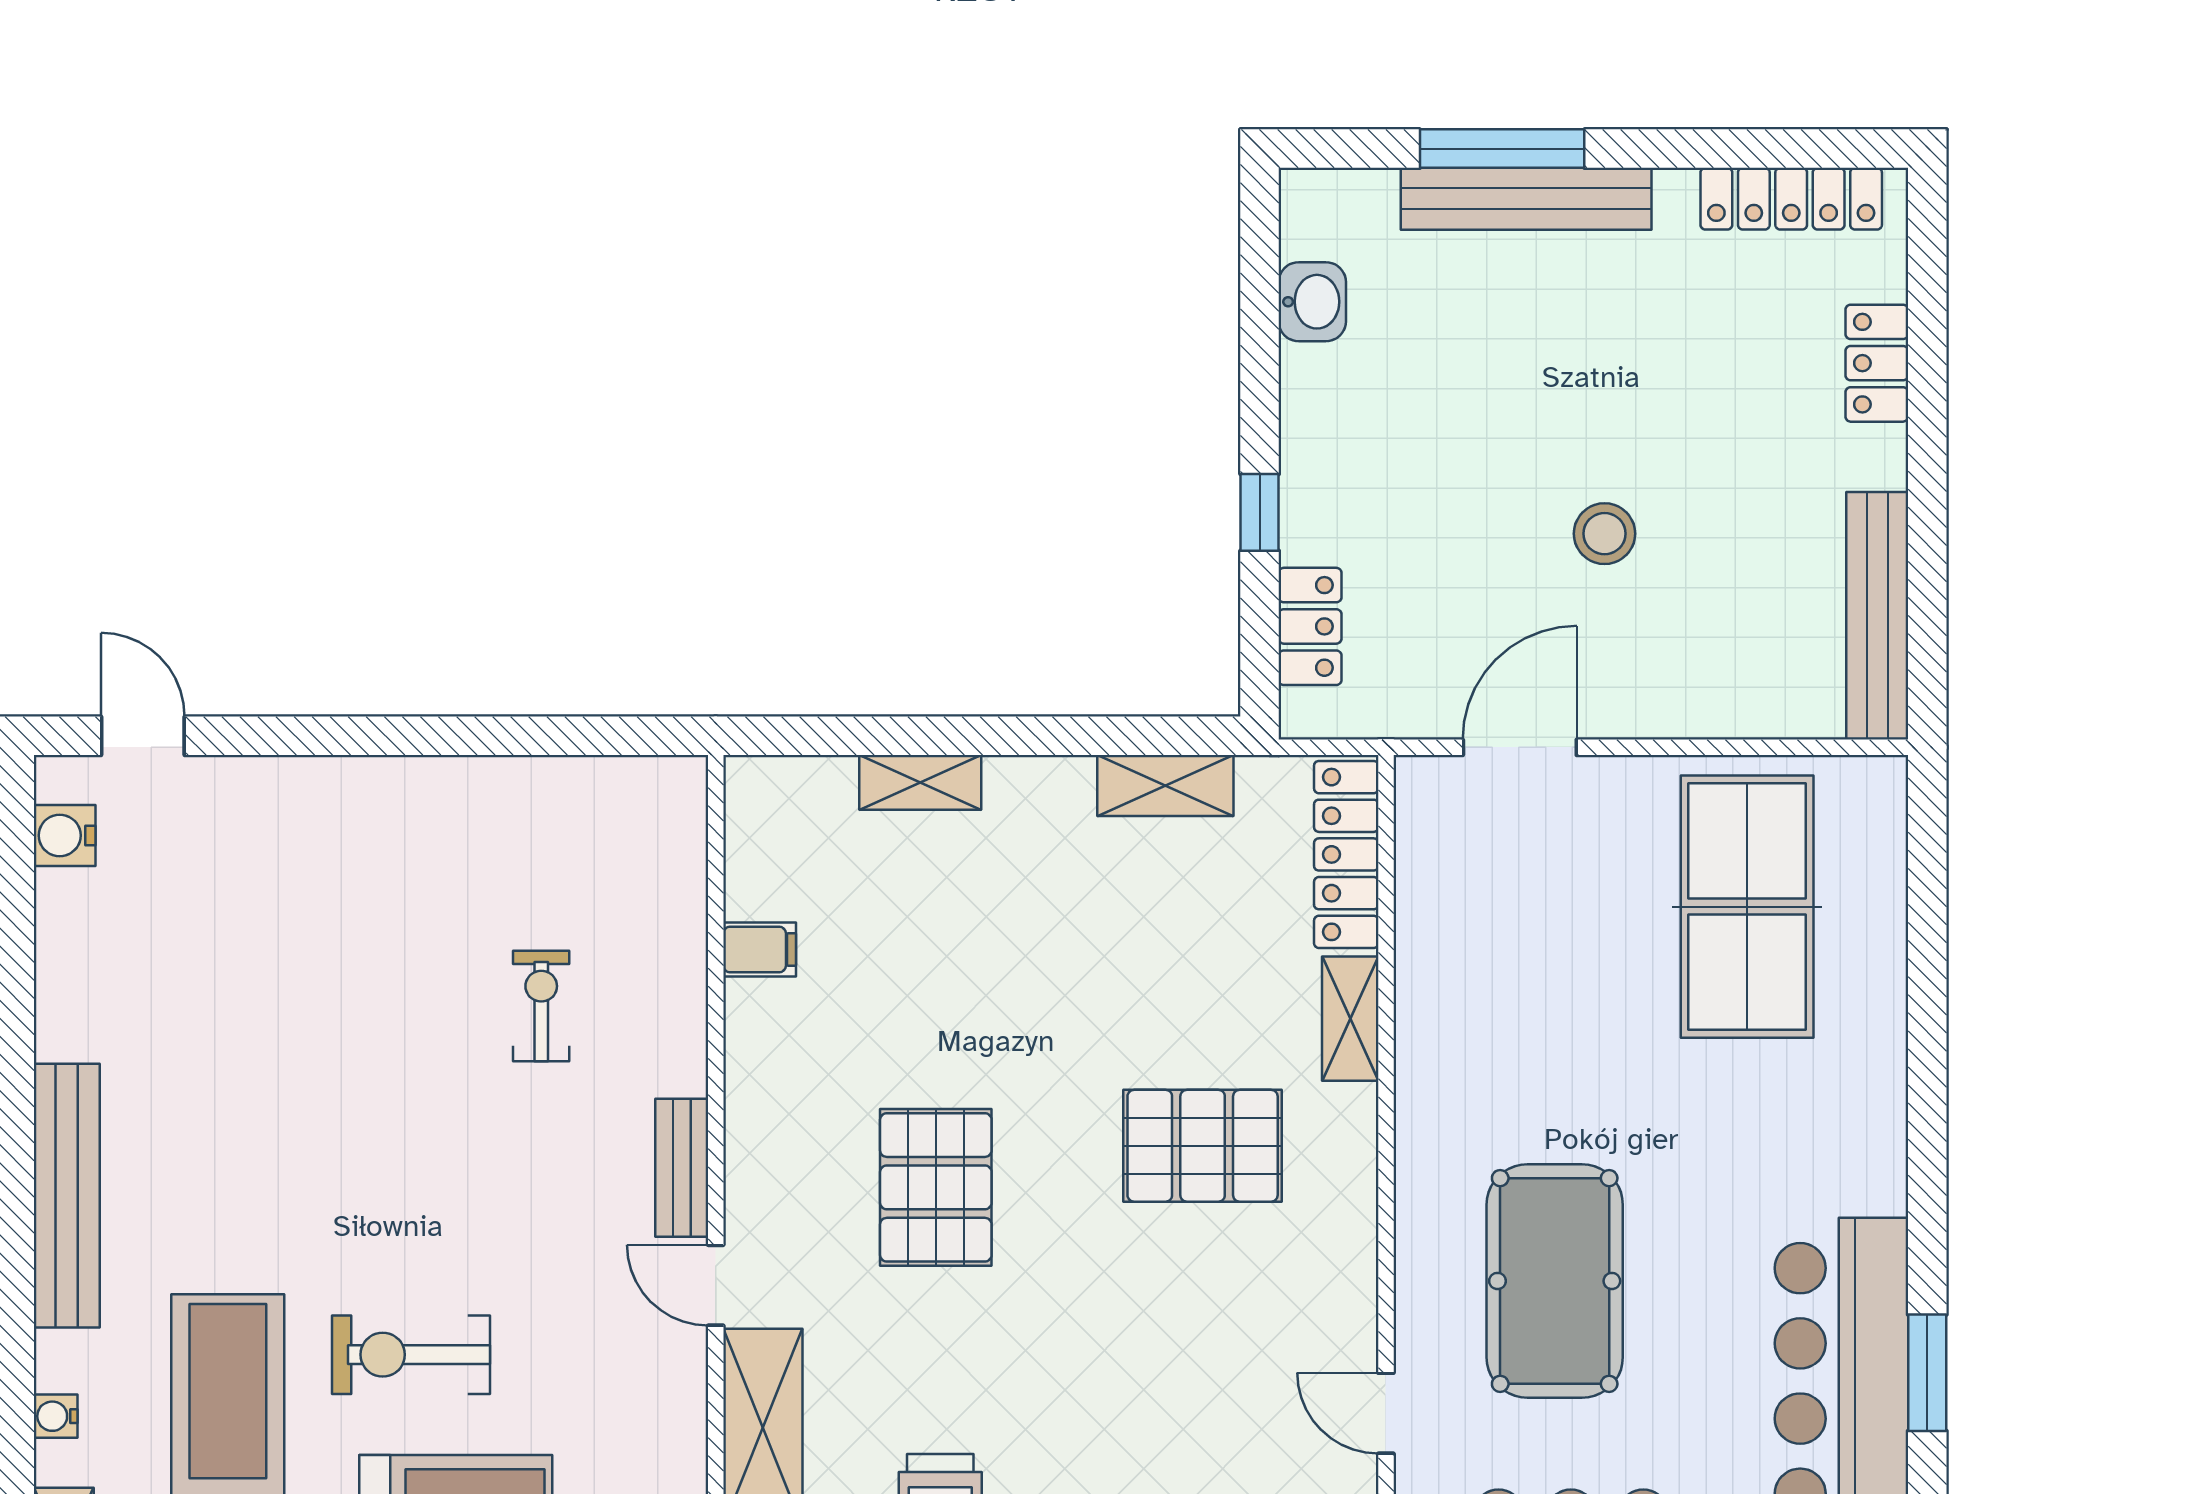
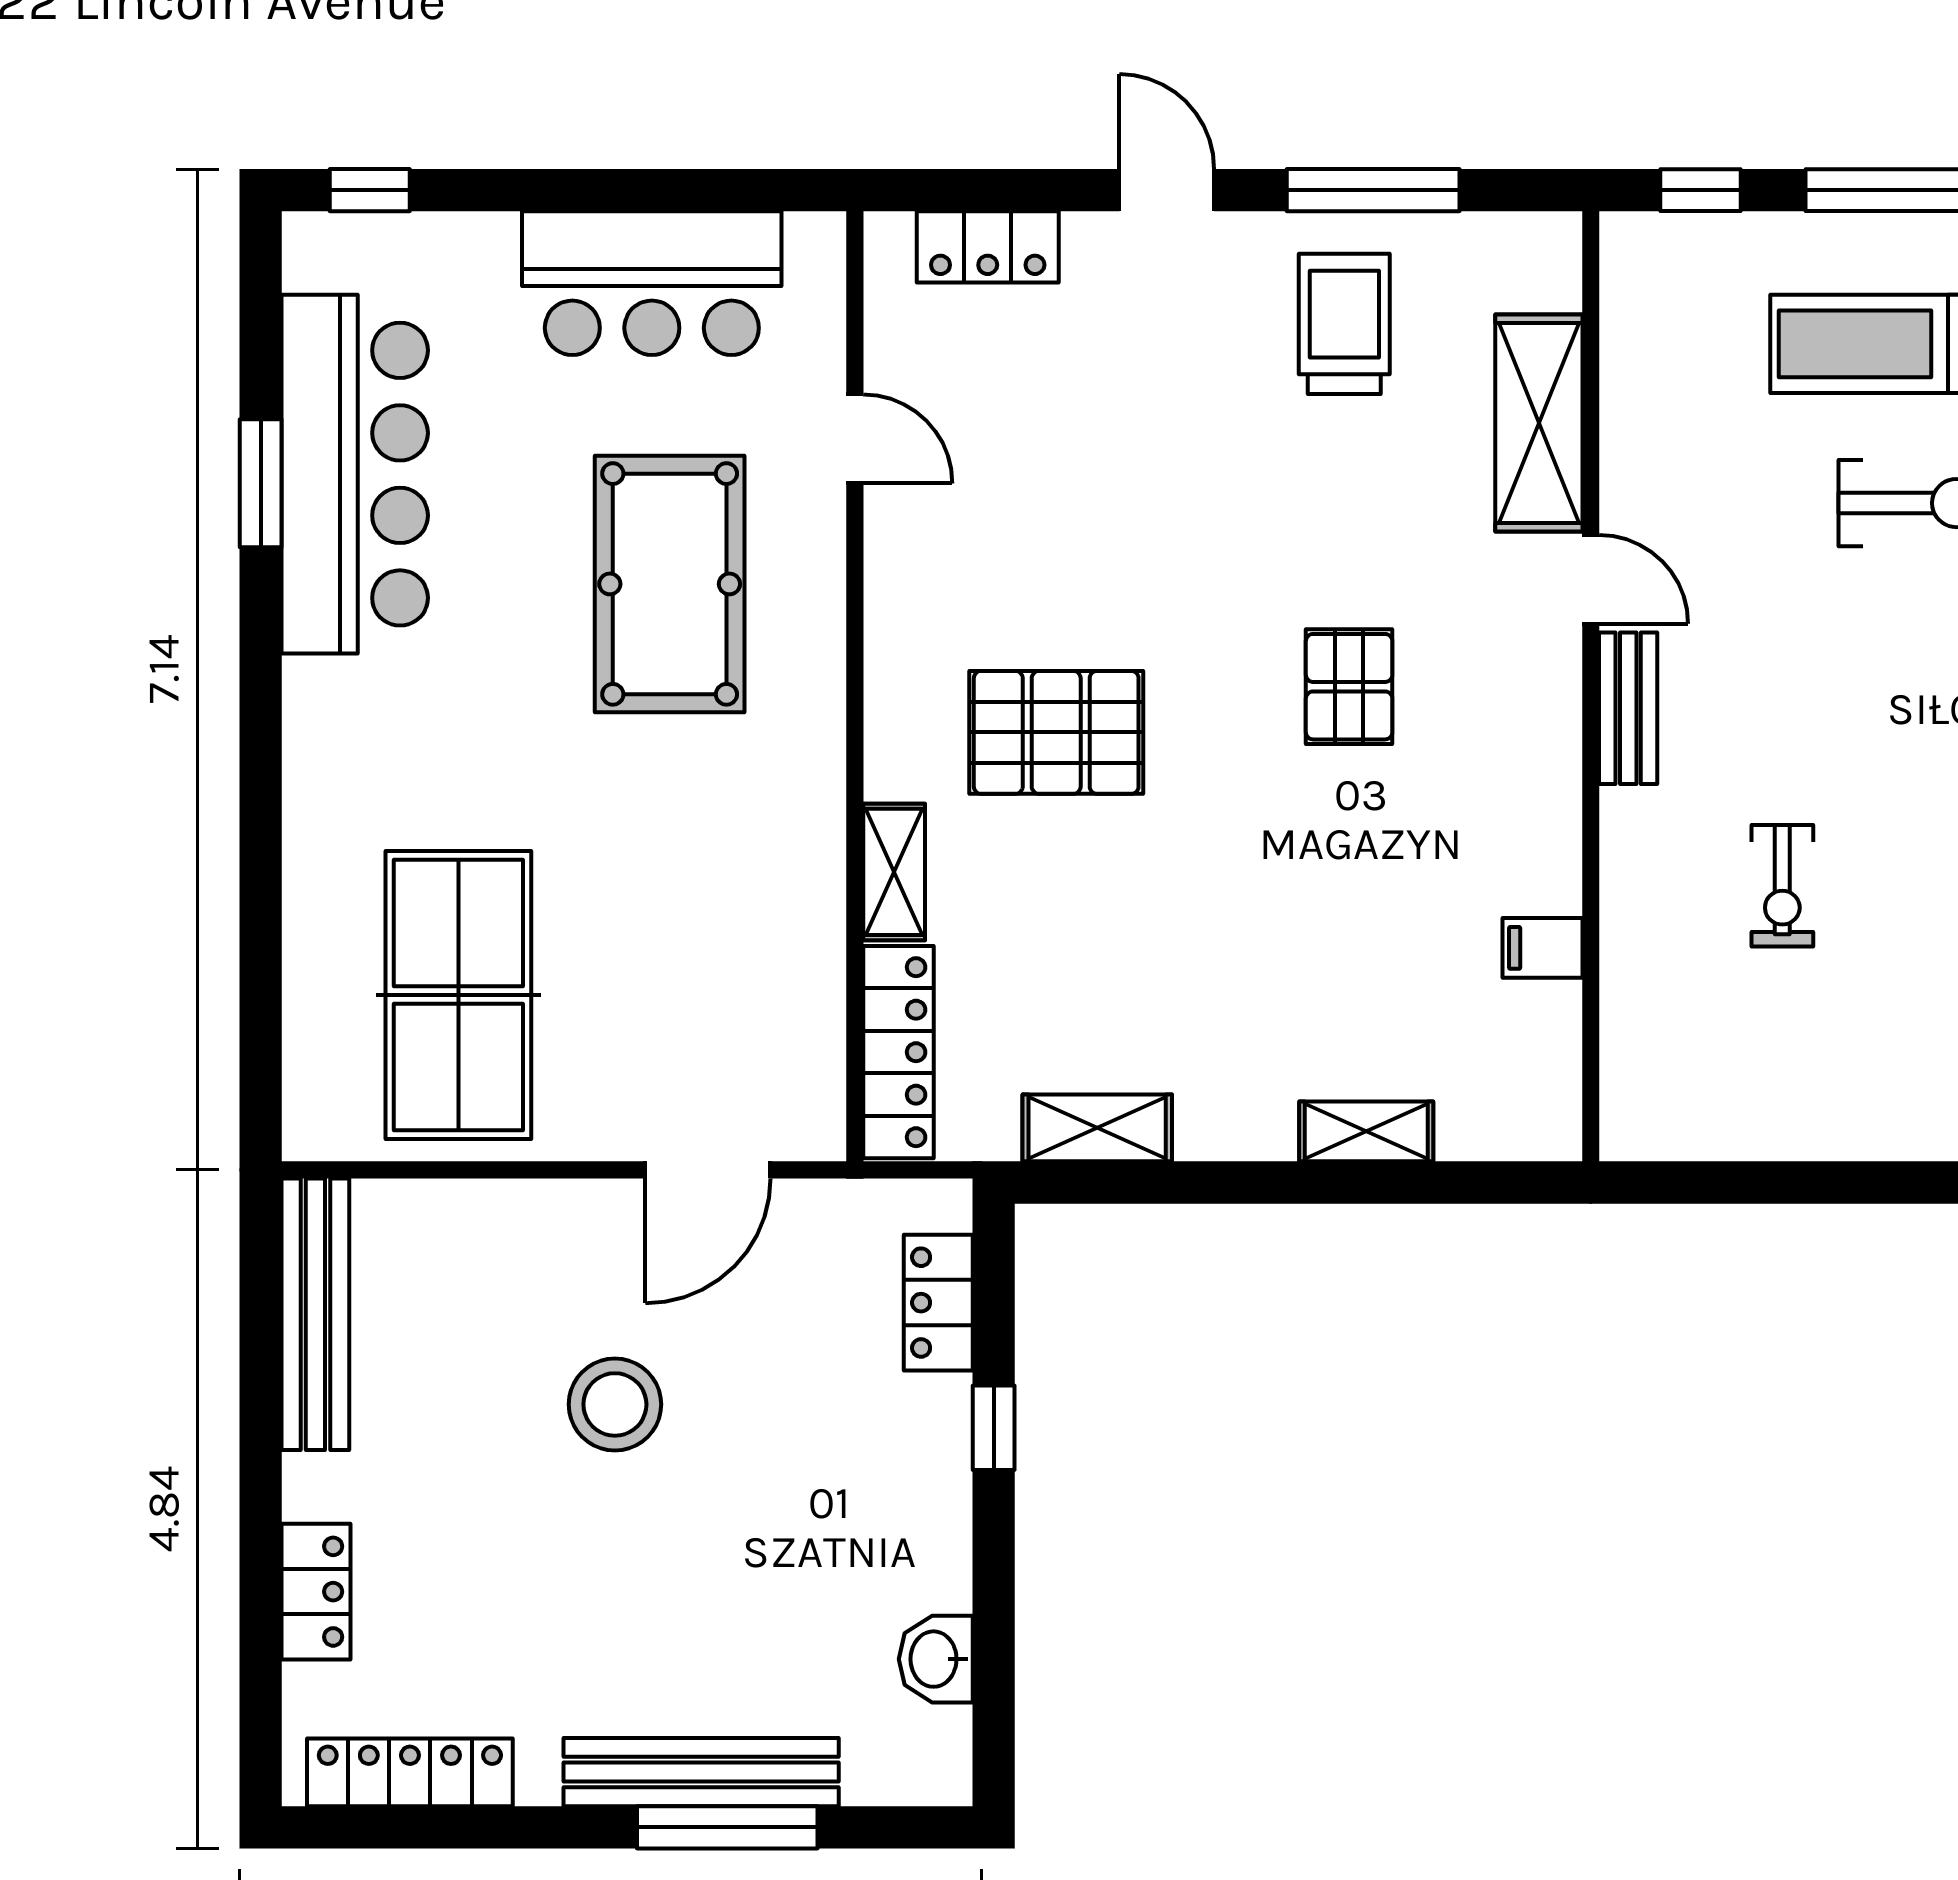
stool: (1605, 534) -> (615, 1404), width x1.38, depth x1.38
pallet: (936, 1187) -> (1349, 687), width x0.67, depth x0.71

